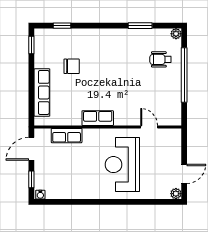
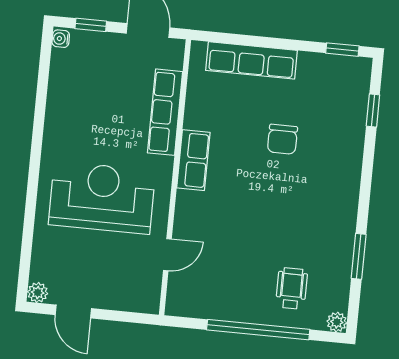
chair: (72, 66) -> (282, 139), moved
row of seats: (67, 136) -> (165, 112), width x1.48

